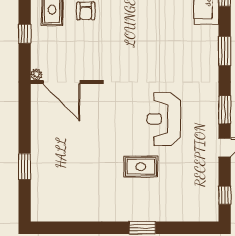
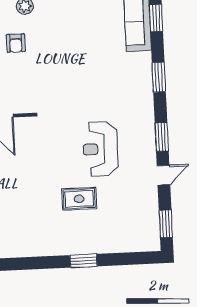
window: (225, 195) -> (166, 224), width x1.50

